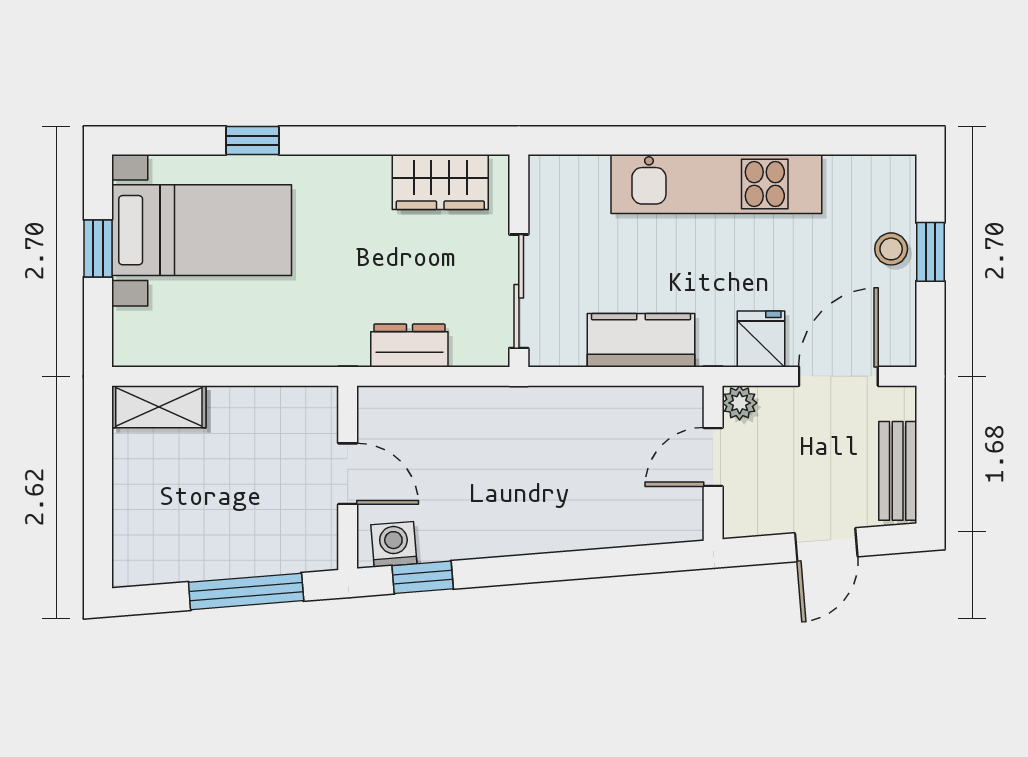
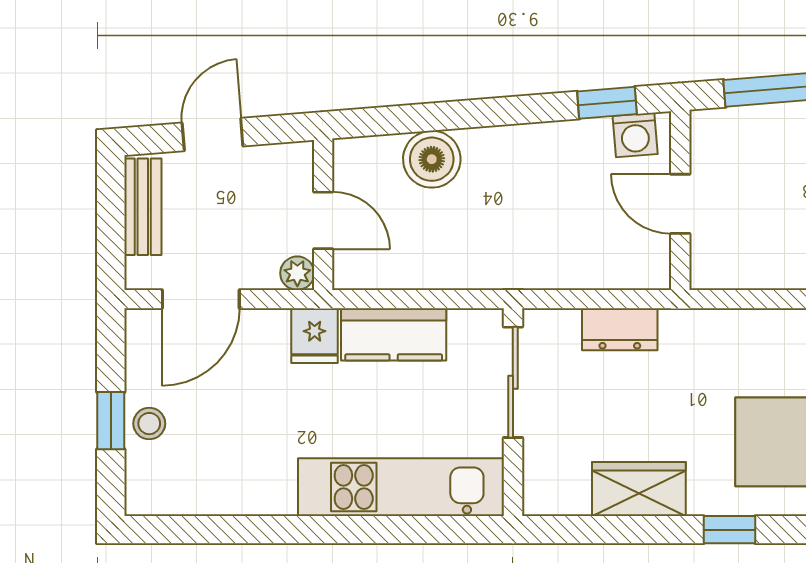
window: (252, 140) -> (730, 530), moved
wardrobe: (440, 182) -> (639, 489), moved
kitchen unit: (716, 184) -> (401, 487), moved
fridge: (761, 339) -> (315, 336), moved
door: (713, 457) -> (323, 220), hinge flipped
boiler: (602, 520) -> (432, 159), added

